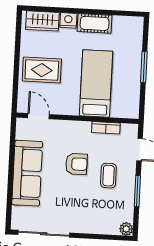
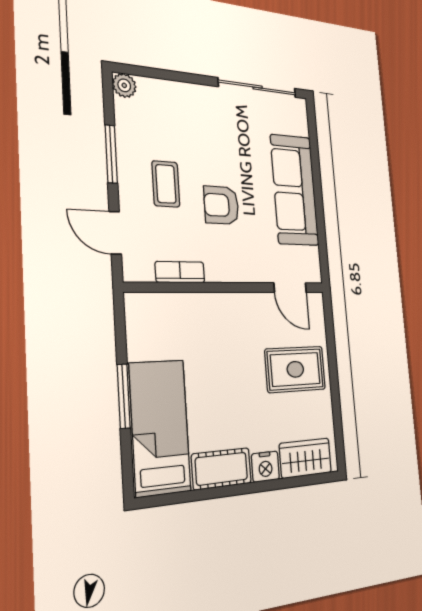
bed: (96, 83) -> (160, 427), moved, turned 180

